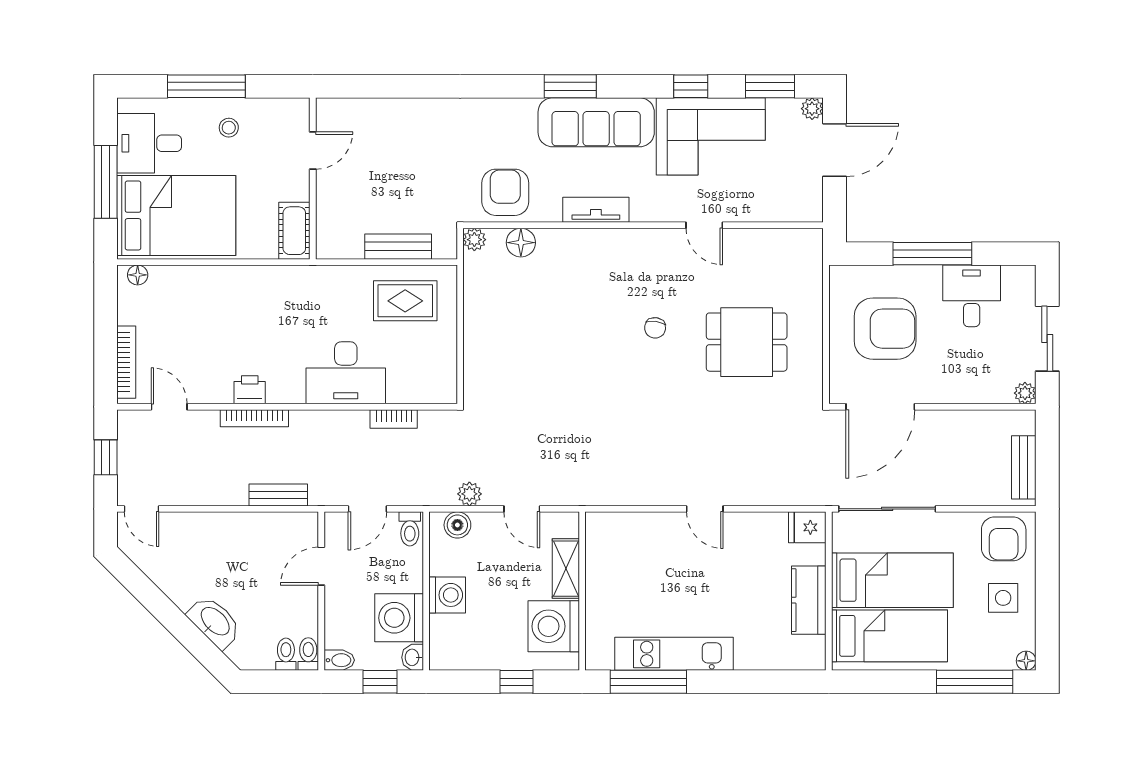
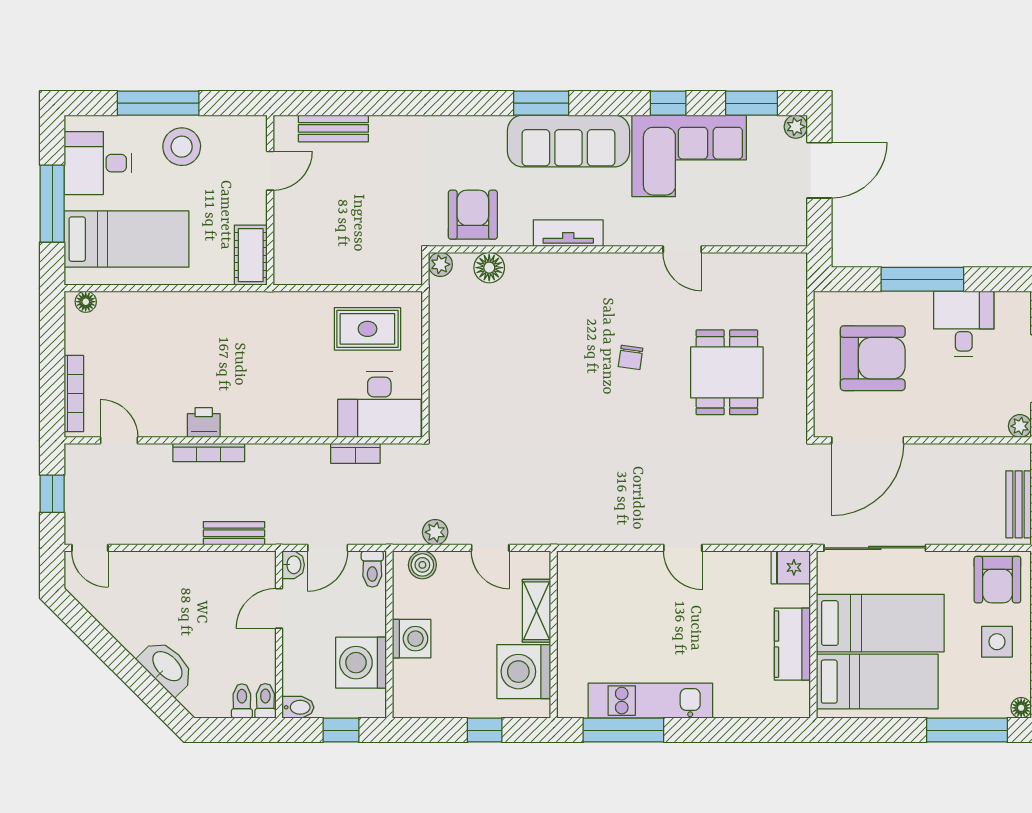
stool: (229, 128) -> (182, 147), width x1.89, depth x1.89
bed: (176, 215) -> (127, 239), width x0.67
bench: (398, 247) -> (333, 128), moved
dining table: (747, 342) -> (727, 372), turned 90
desk: (346, 373) -> (379, 405), moved
washbasin: (413, 657) -> (293, 565), moved, turned 180

